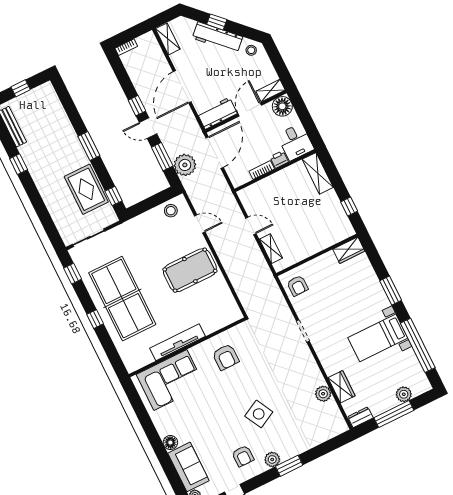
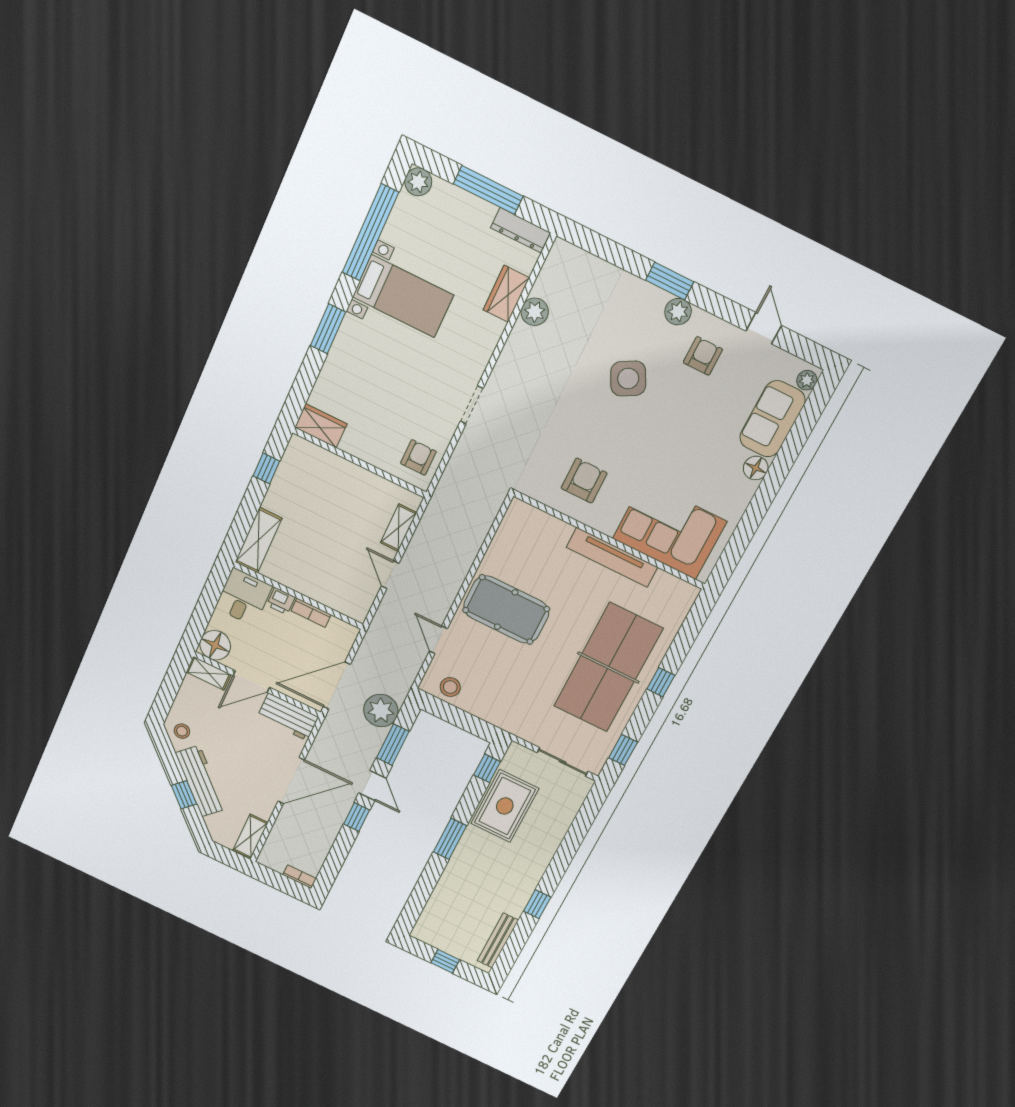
plant: (404, 394) -> (418, 182), moved
dresser: (360, 417) -> (520, 230), width x1.44

